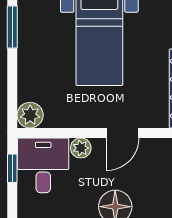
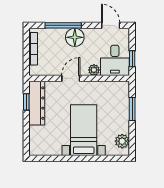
window: (12, 27) -> (132, 109), moved
plant: (30, 115) -> (122, 141), moved

